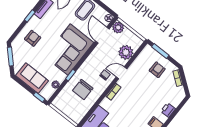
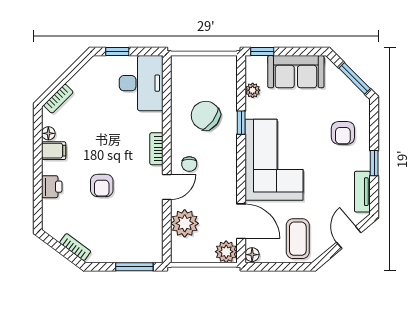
armchair: (157, 70) -> (102, 185), moved
chair: (83, 89) -> (206, 115), turned -53

